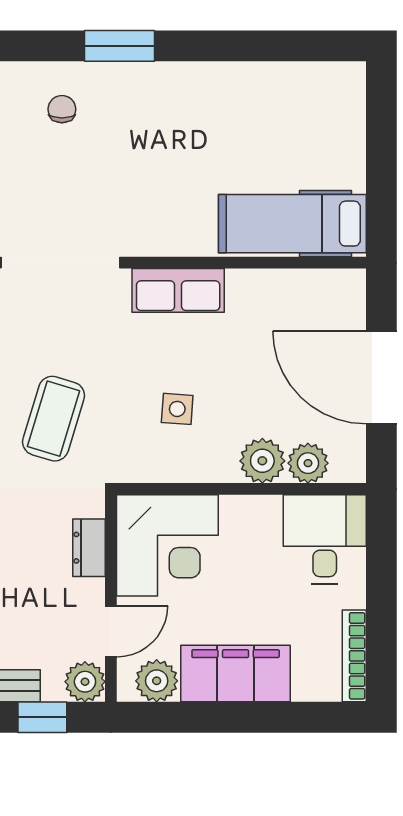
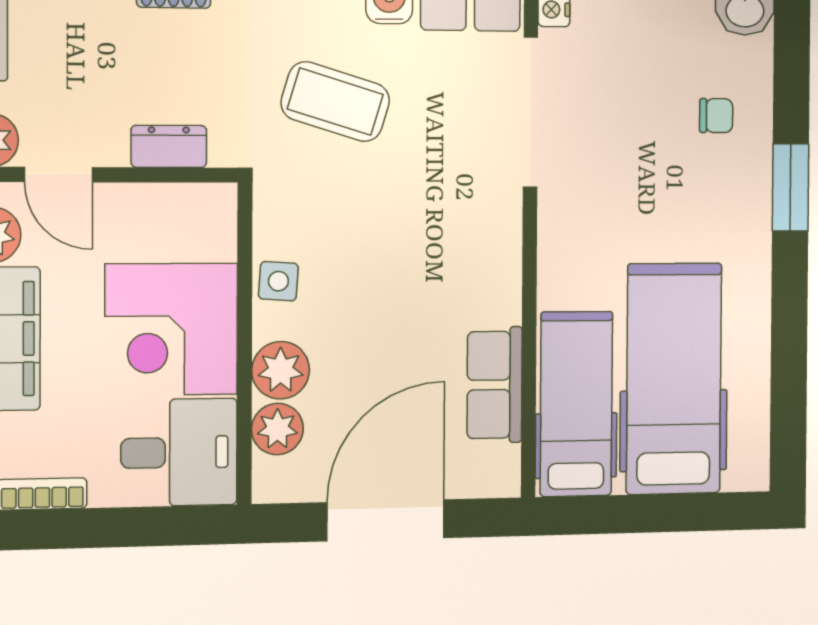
hospital bed: (273, 143) -> (674, 379), added
row of seats: (178, 290) -> (495, 385), moved
side table: (177, 409) -> (278, 281), moved
corner desk: (167, 545) -> (171, 329), moved

